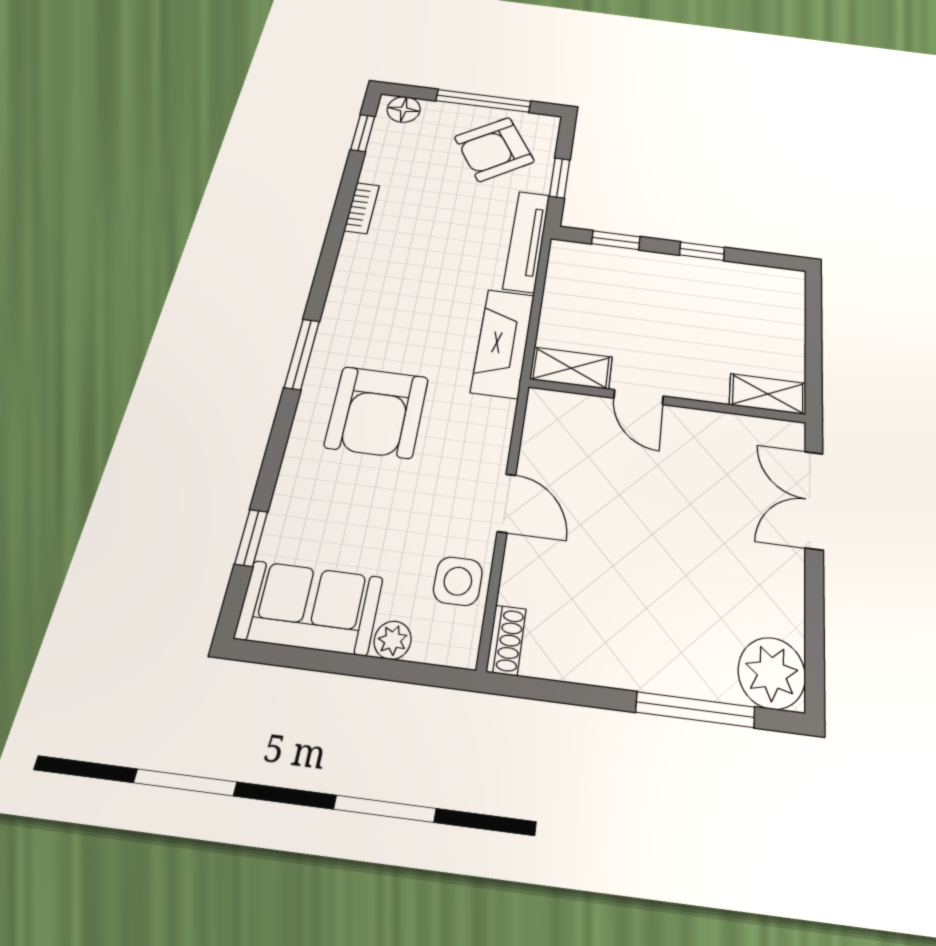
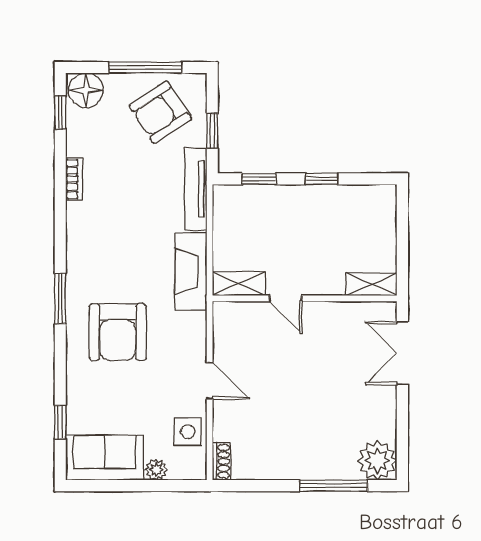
floor lamp: (404, 109) -> (86, 90), width x1.38, depth x1.38

